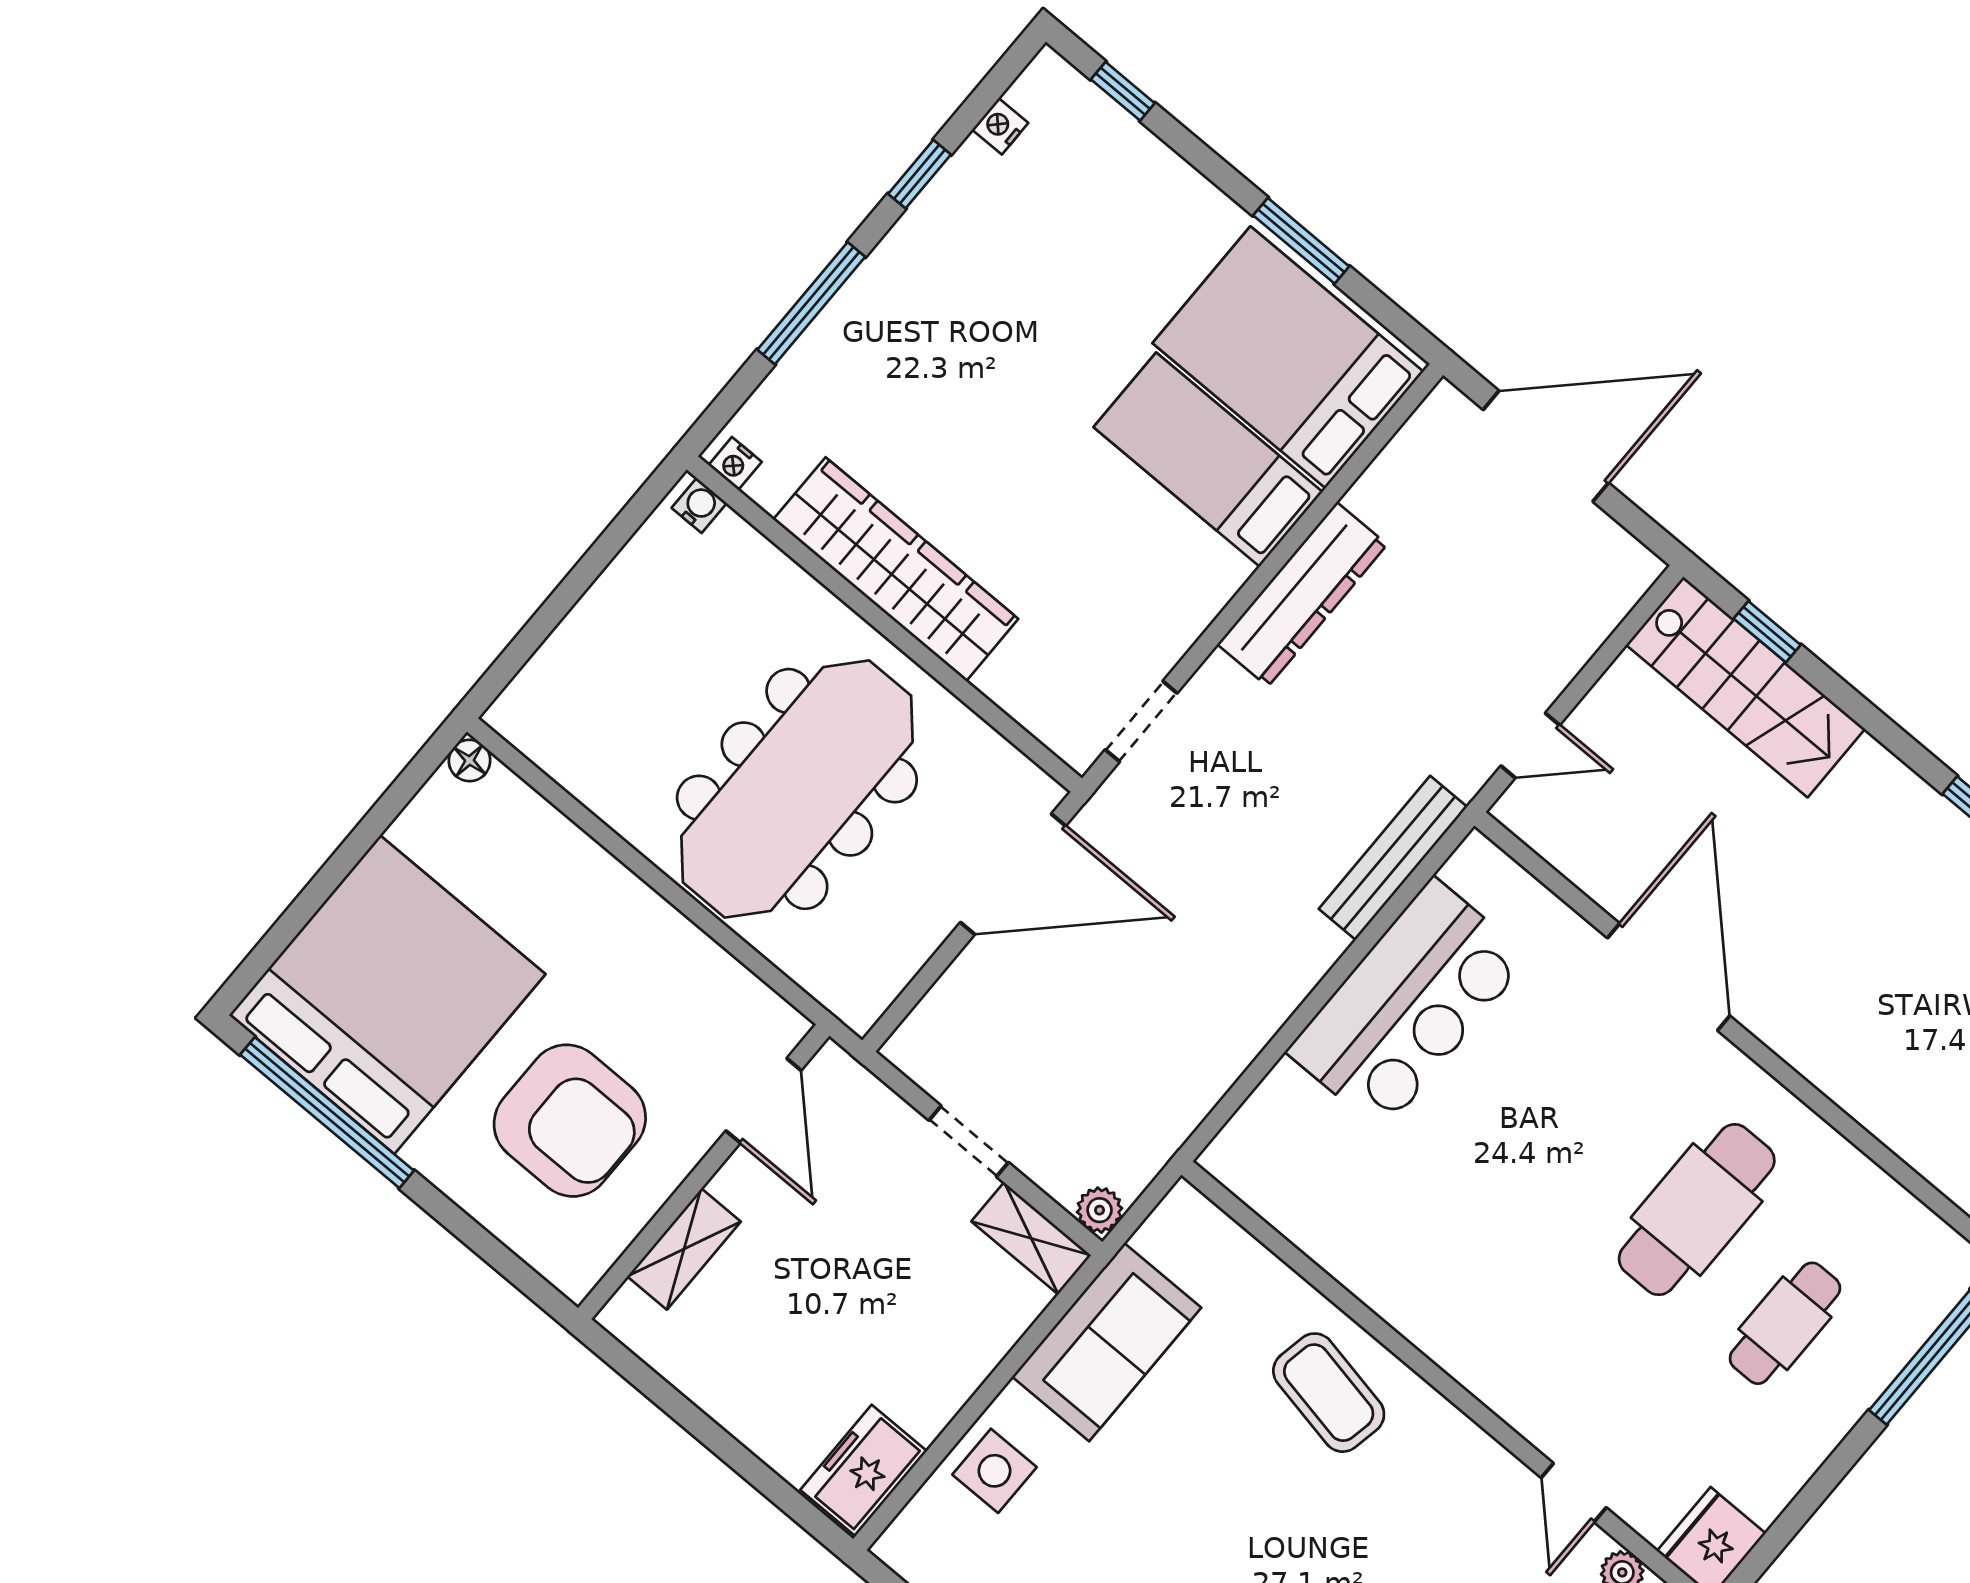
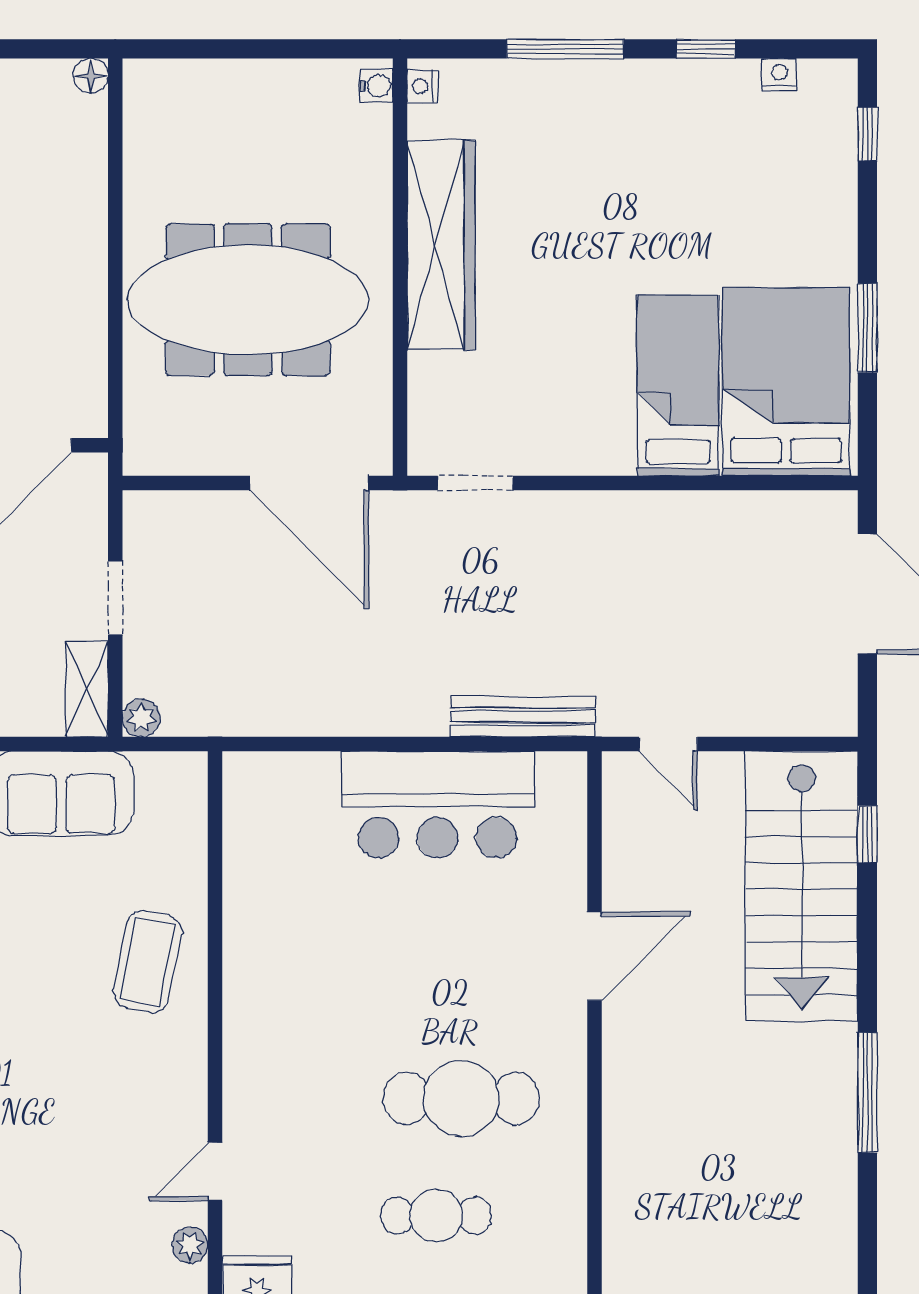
dresser: (1302, 594) -> (643, 518), removed
stairs: (1745, 687) -> (802, 886), width x1.36, depth x1.51
door: (1669, 977) -> (595, 956), width x0.73

